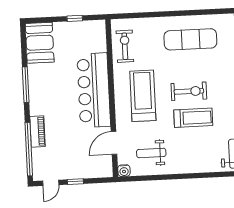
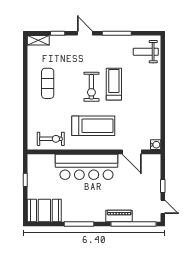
exercise mat: (190, 39) -> (48, 83), width x0.73, depth x0.69
exercise bike: (125, 46) -> (51, 139), turned 180
exercise bike: (189, 91) -> (91, 87), turned 180
treadmill: (143, 96) -> (93, 126), turned 180
weight bench: (151, 153) -> (142, 121), removed

